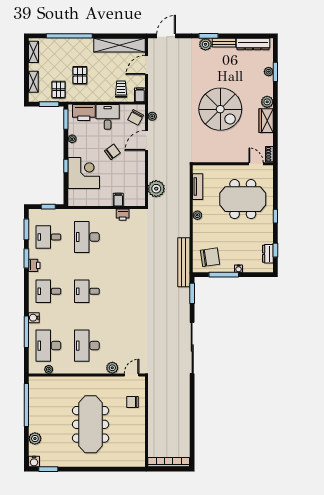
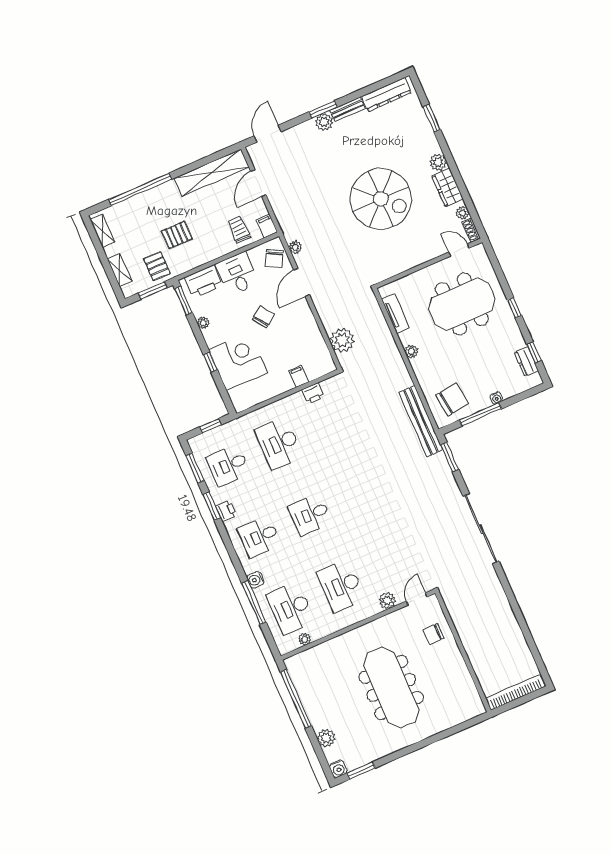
plant: (269, 72) -> (462, 213), moved
pallet: (80, 75) -> (177, 235), turned 90

